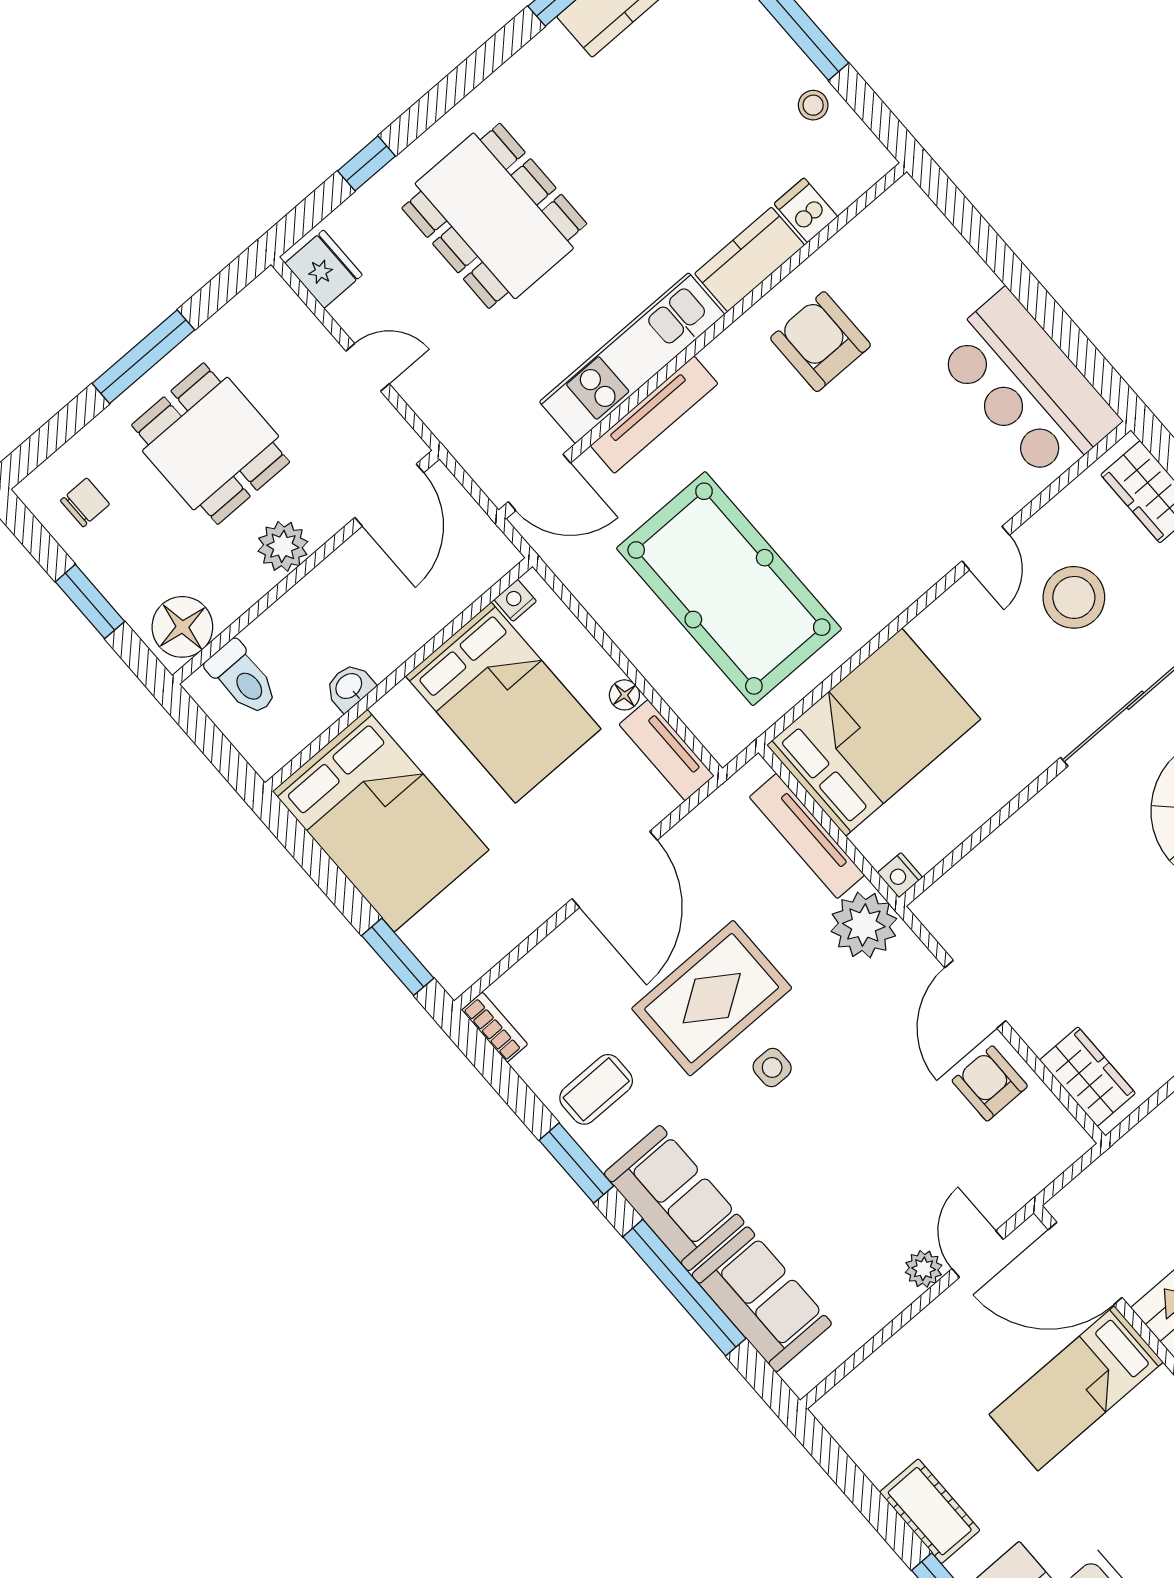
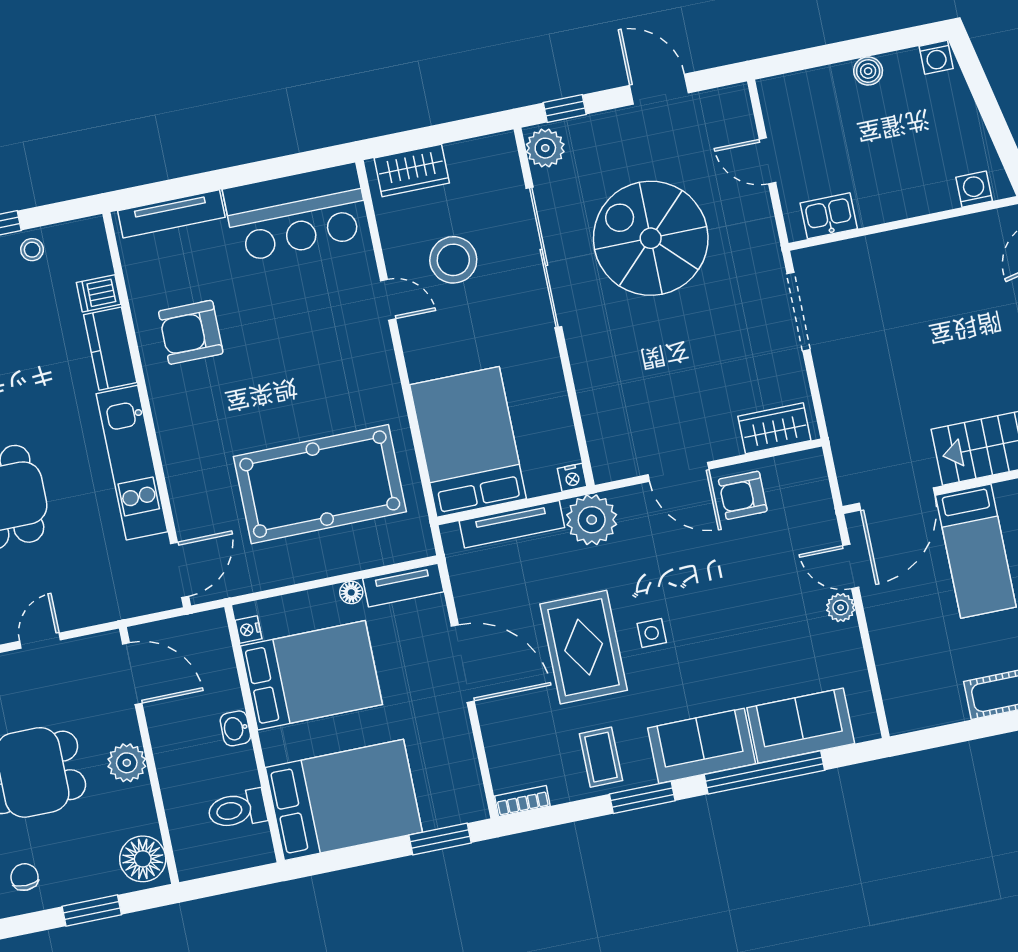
tv unit: (654, 415) -> (171, 214), moved, turned 90
toilet: (242, 678) -> (237, 809), moved, turned 180
washbasin: (349, 687) -> (235, 728), moved

